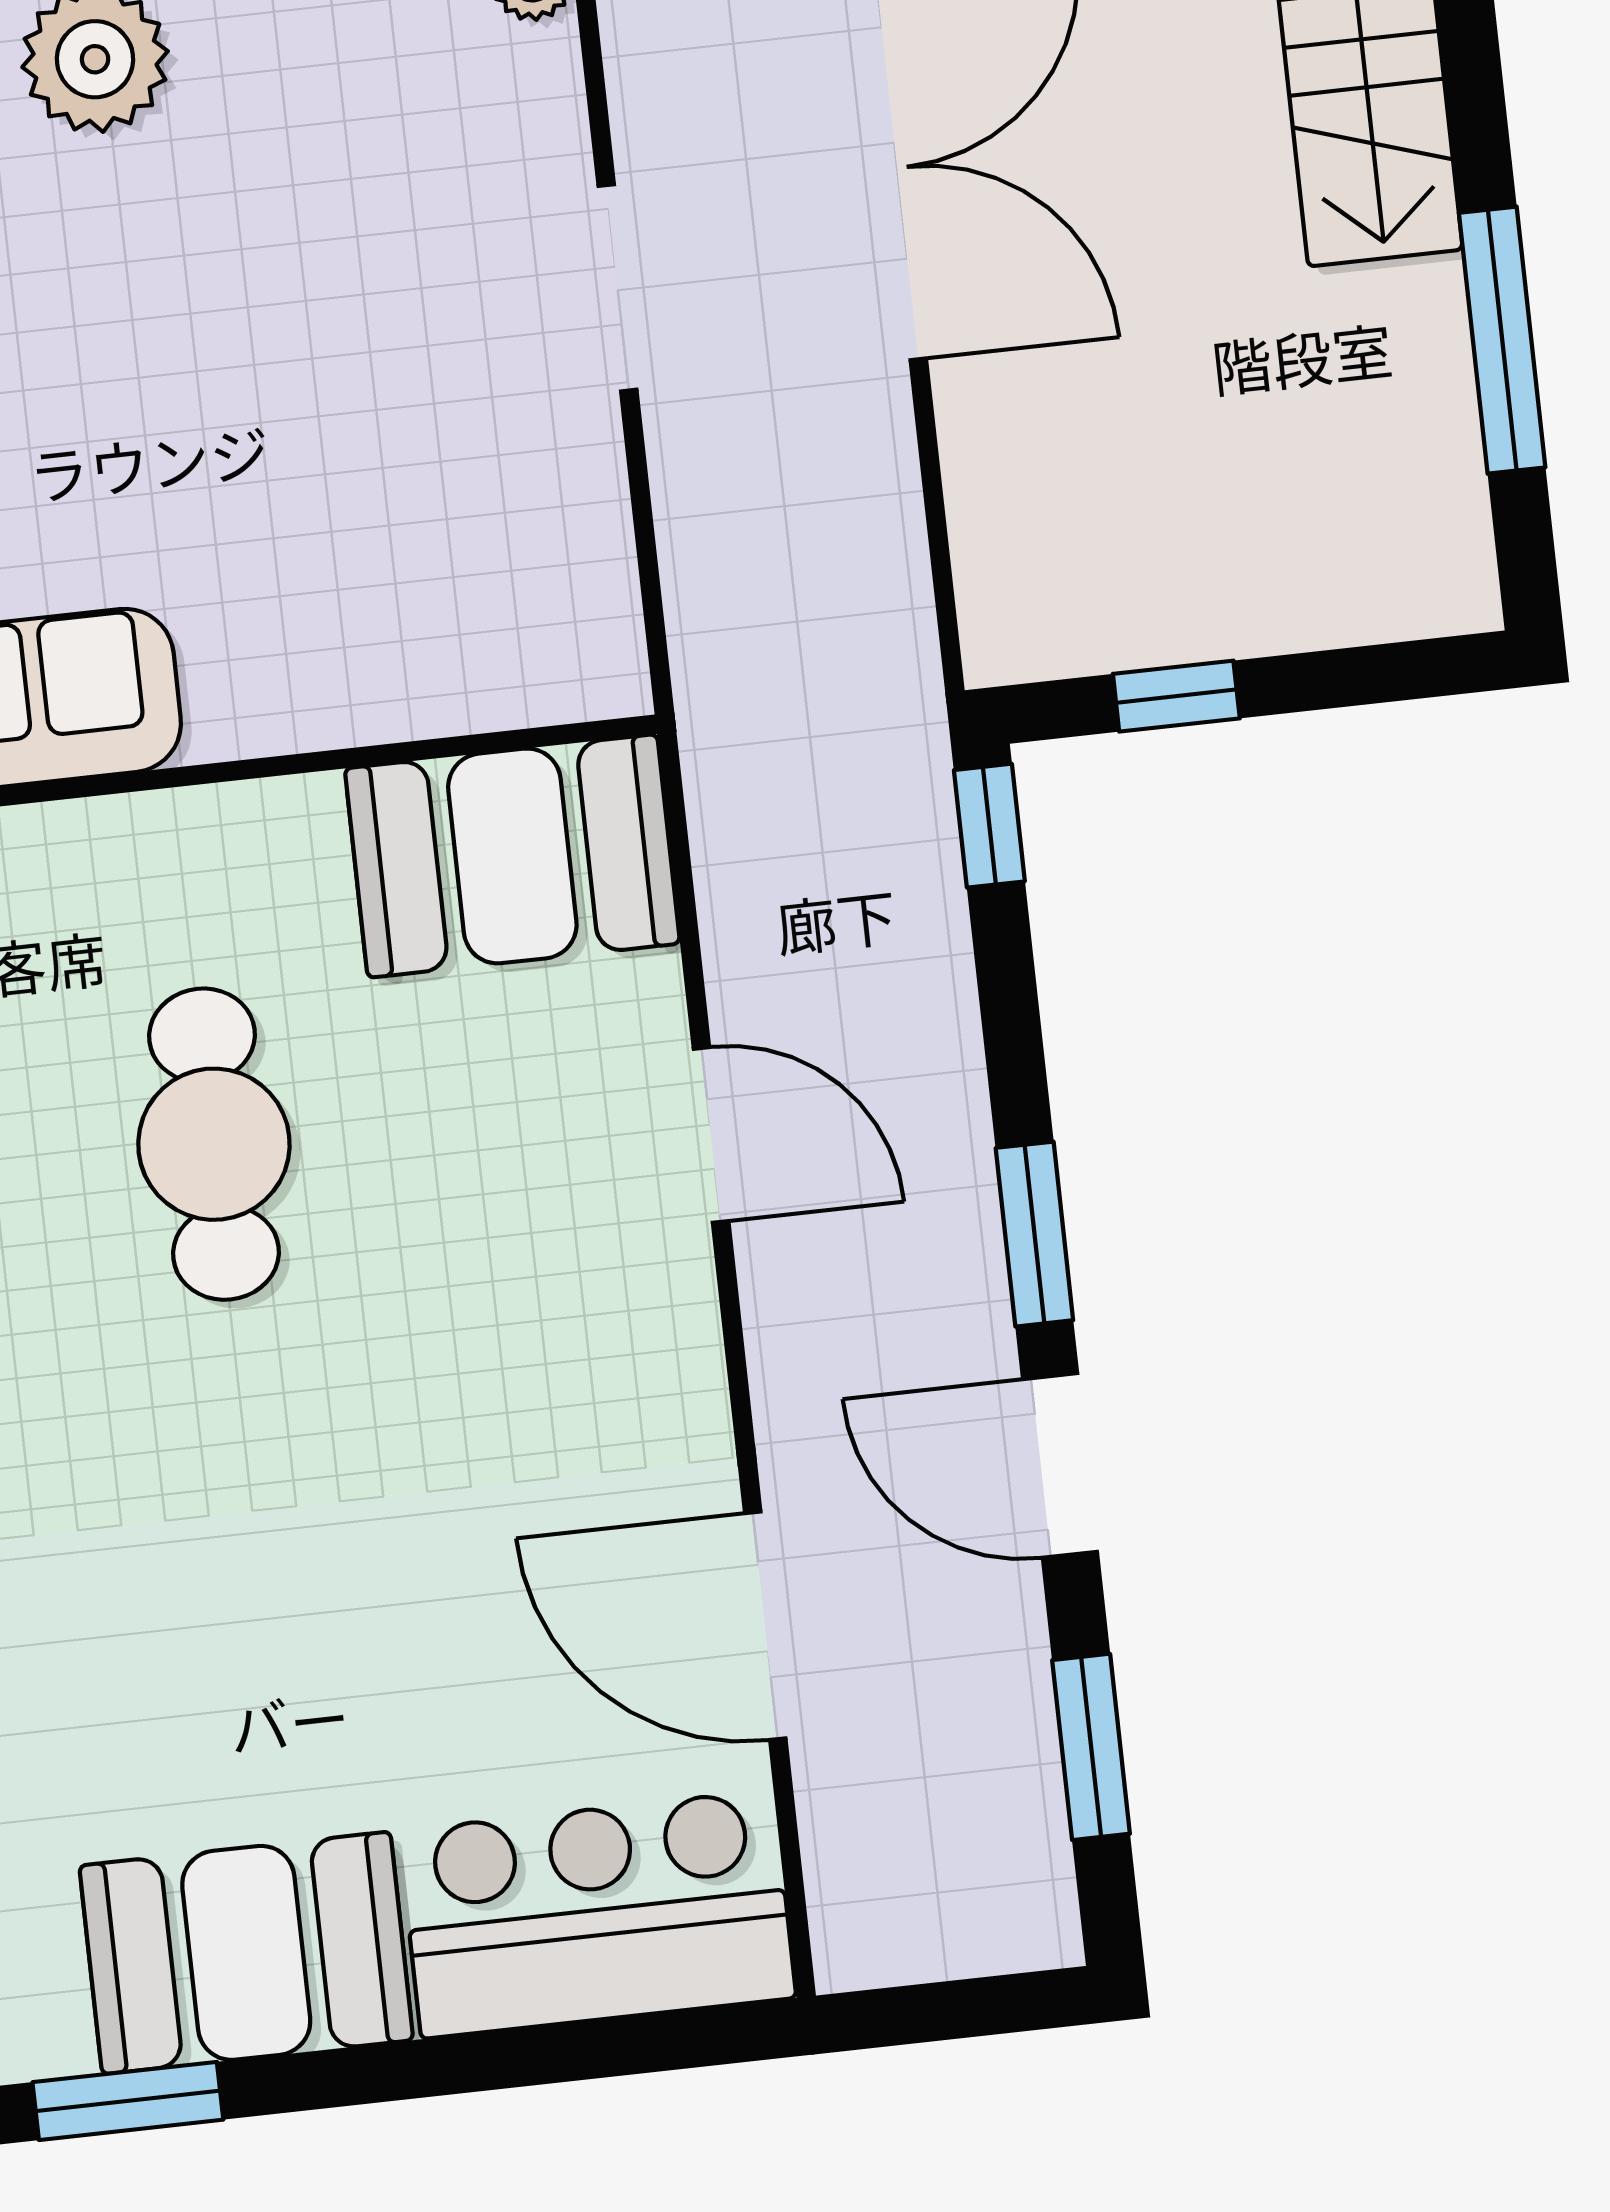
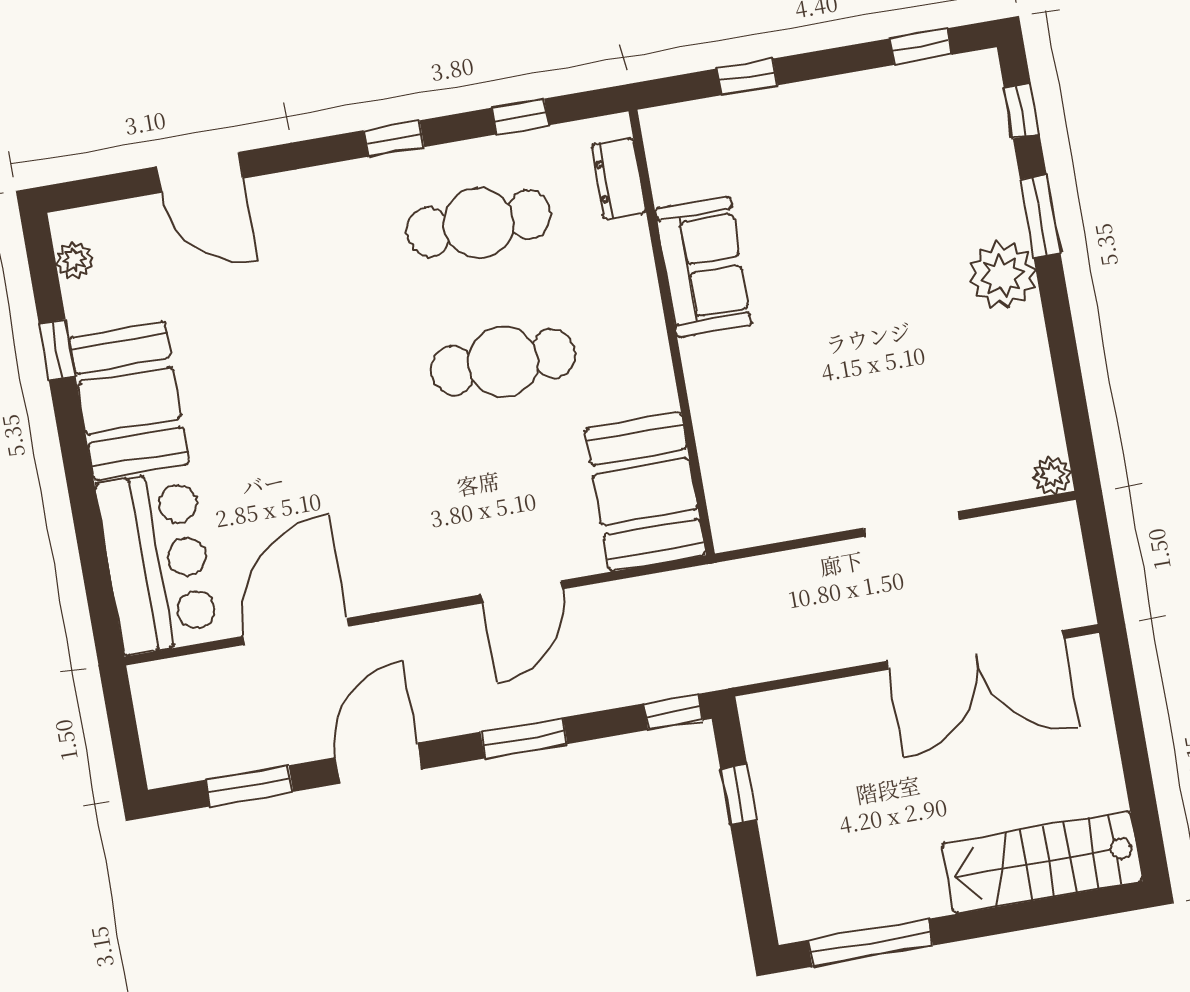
window: (1502, 340) -> (870, 943), moved
window: (1034, 1234) -> (524, 738), moved
window: (128, 2101) -> (57, 350), width x0.67

